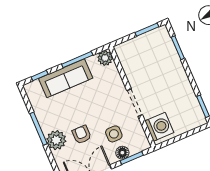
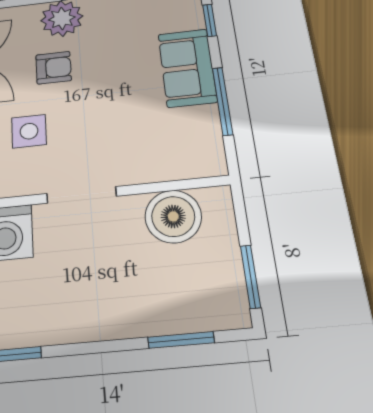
plant: (105, 58) -> (208, 160), removed
boiler: (132, 64) -> (173, 216), added
sofa: (66, 78) -> (187, 68), width x0.73

